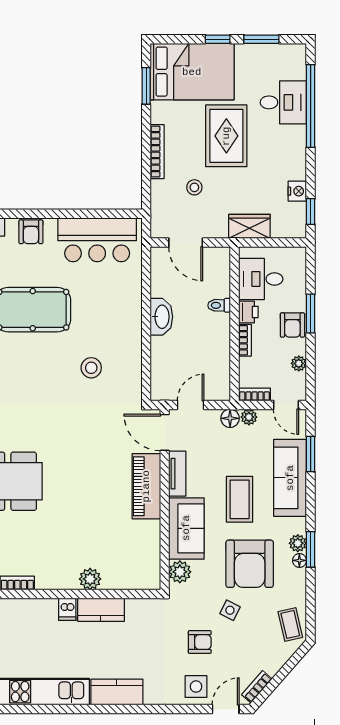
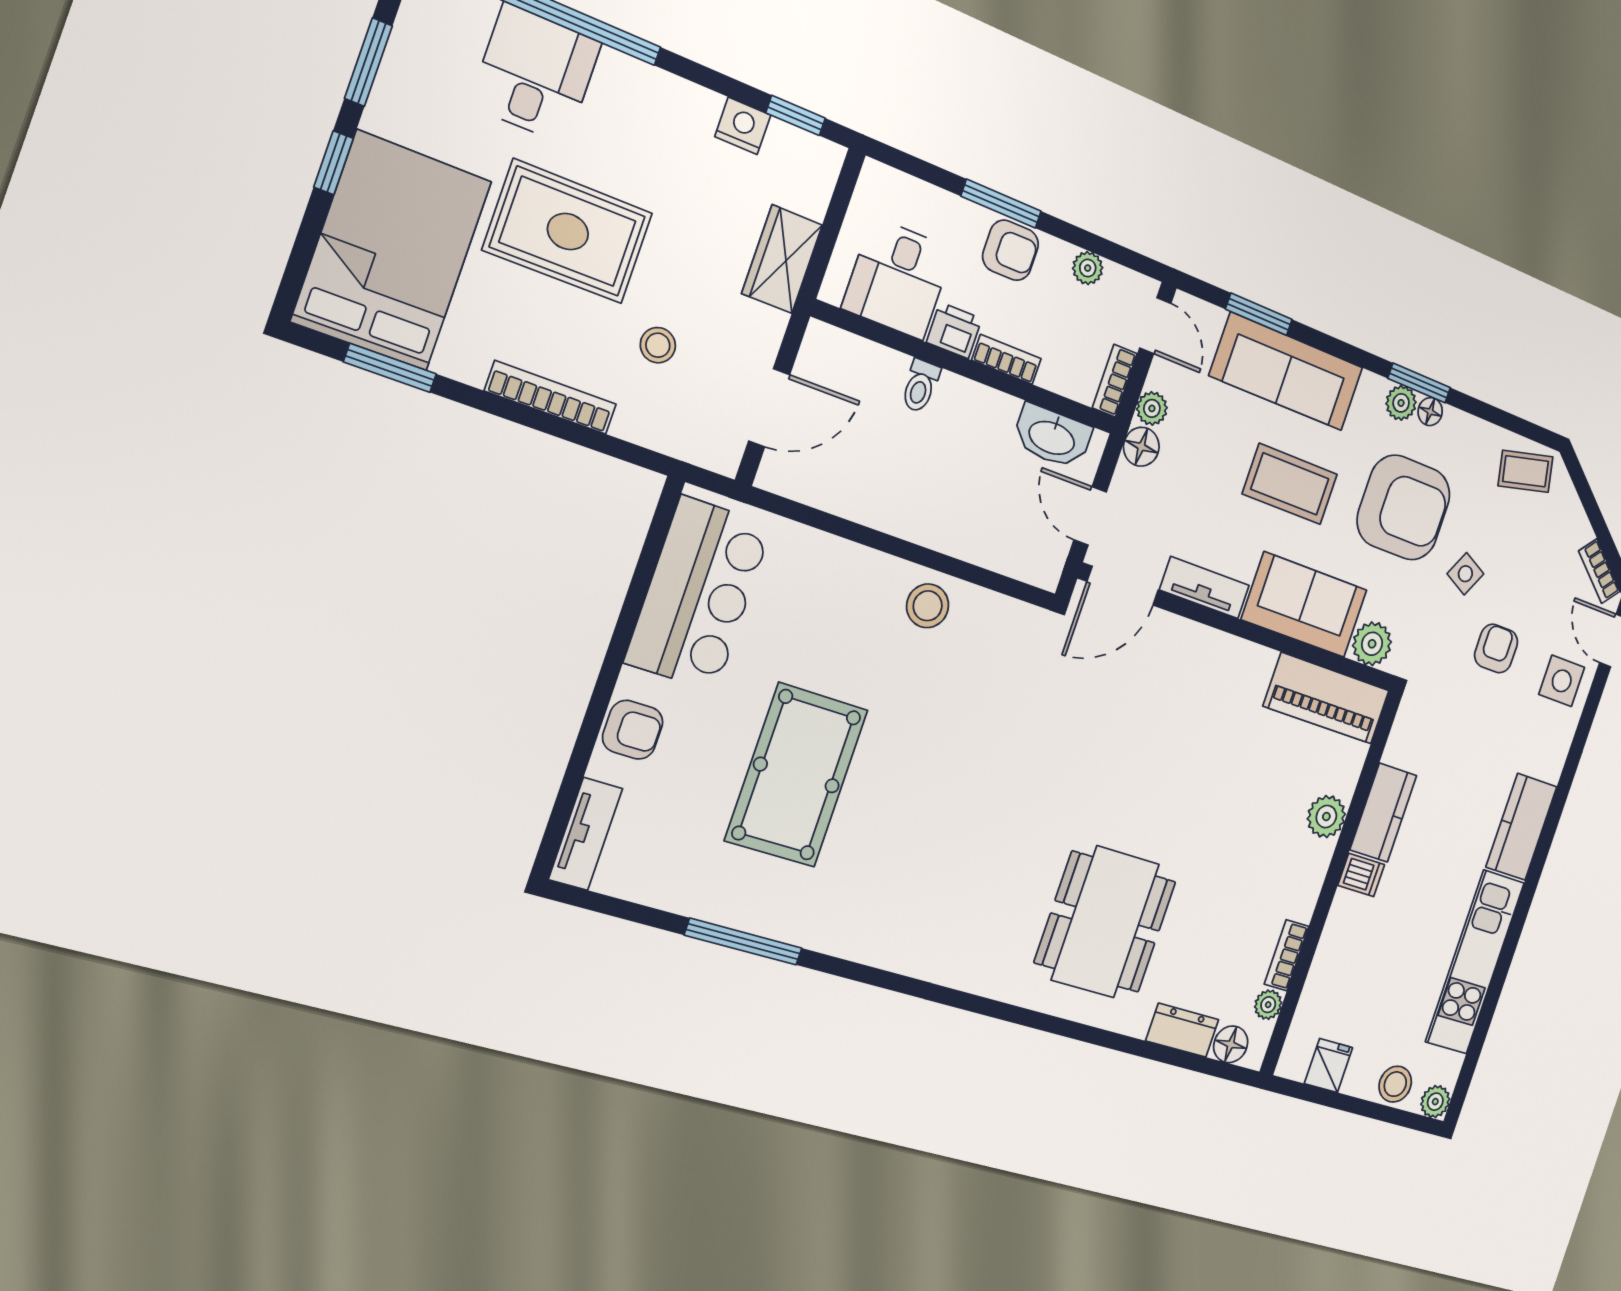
washbasin: (161, 317) -> (1052, 437), moved, turned 180
stool: (91, 368) -> (928, 606), moved
door: (286, 405) -> (1155, 326), hinge flipped
piano: (146, 486) -> (1326, 698), moved

